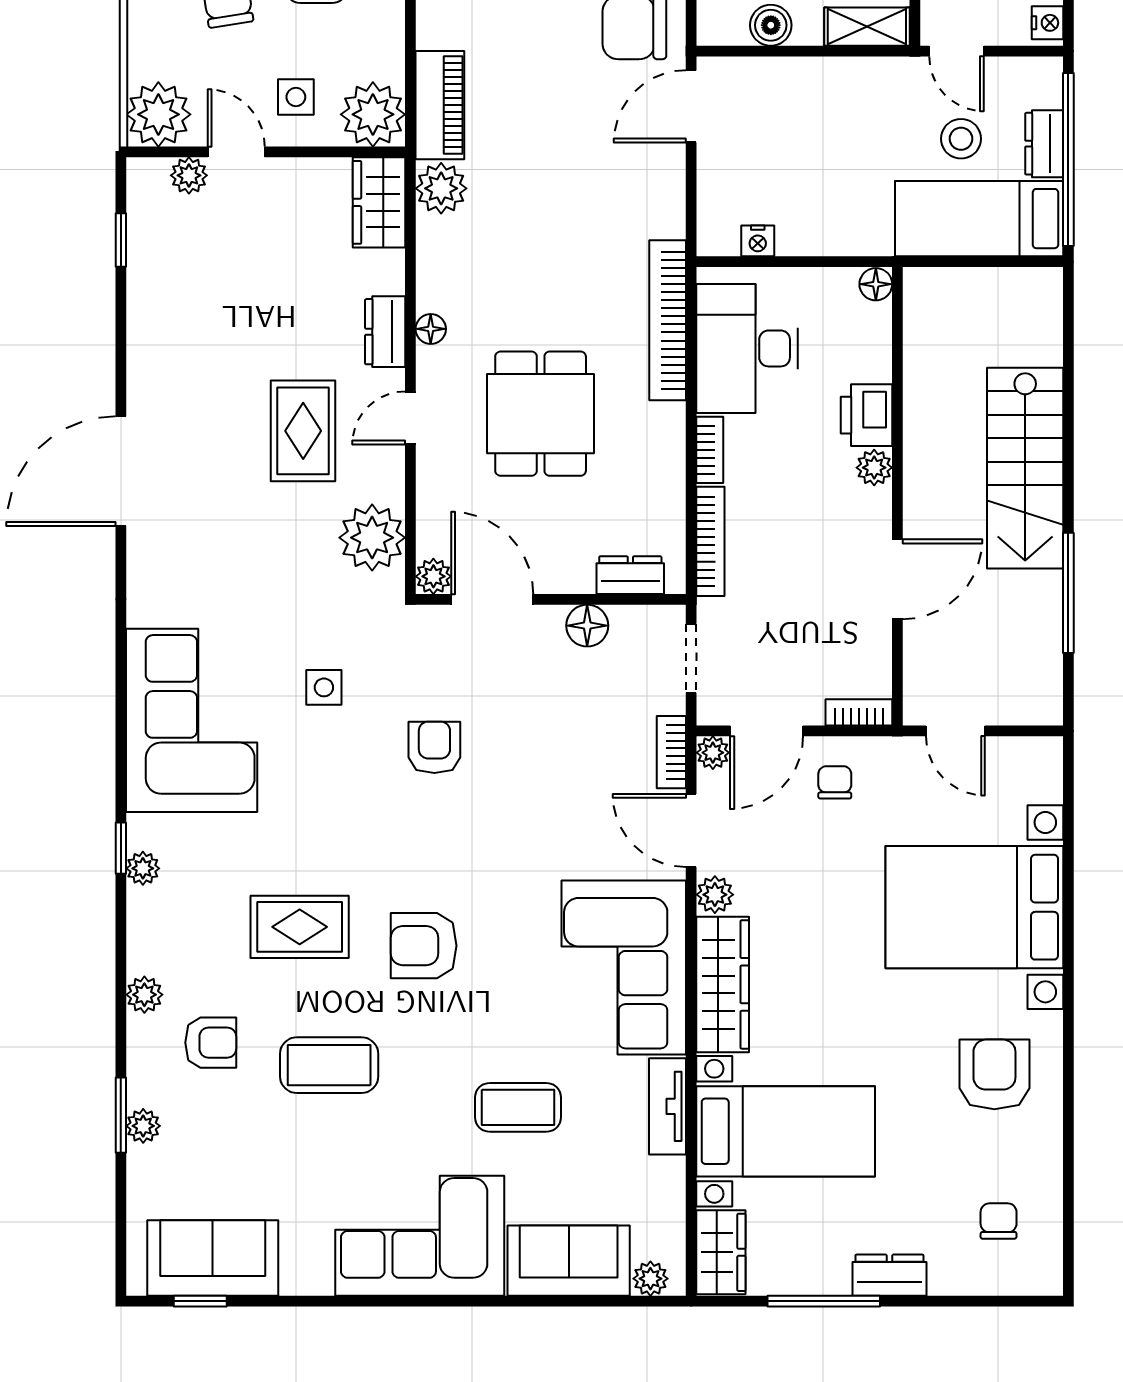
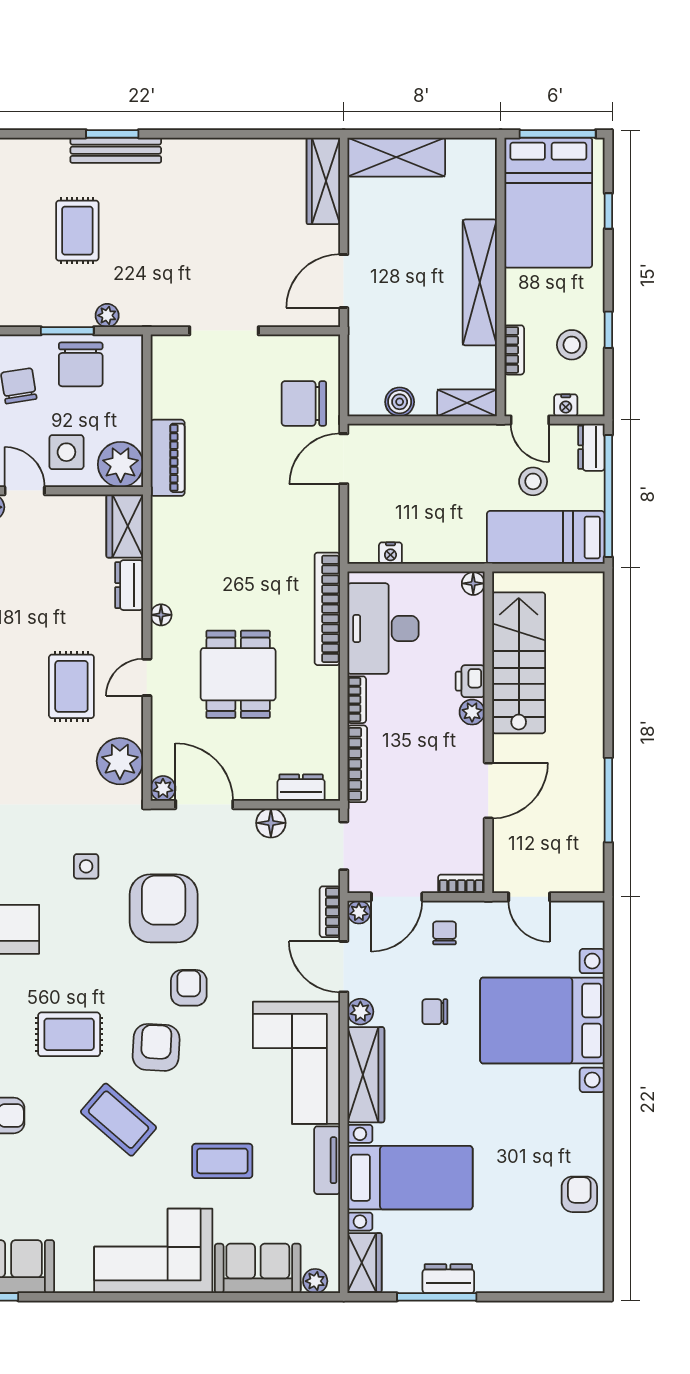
nightstand: (1047, 23) -> (566, 405), moved, turned 90
side table: (296, 97) -> (66, 452), width x1.37, depth x1.37
dresser: (1044, 144) -> (591, 447), moved
plant: (441, 188) -> (168, 516), removed
dresser: (385, 332) -> (129, 585), moved
printer: (866, 415) -> (470, 681), width x0.73, depth x0.81
stairs: (1025, 468) -> (519, 663), moved, turned 180
armchair: (434, 747) -> (164, 908), width x1.88, depth x1.88
armchair: (470, 861) -> (189, 988), added
armchair: (424, 946) -> (156, 1047), turned 93
coffee table: (329, 1065) -> (119, 1120), moved, turned 41
armchair: (994, 1074) -> (579, 1194), moved, width x0.72, depth x0.72
chair: (999, 1221) -> (435, 1012), moved, turned -90
dresser: (889, 1275) -> (448, 1279), moved

